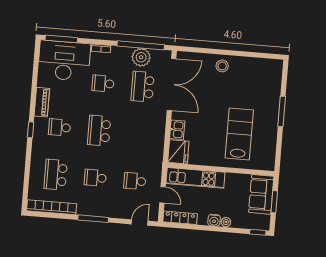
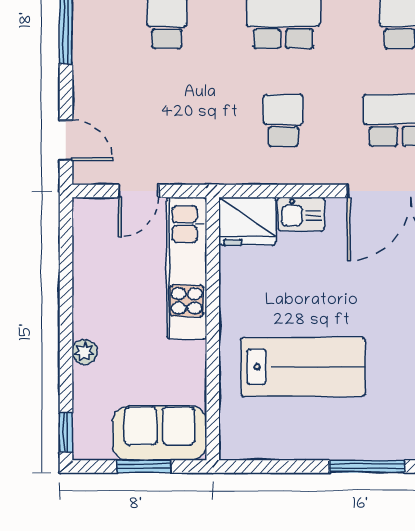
school desk: (135, 181) -> (283, 120), moved
locker: (180, 218) -> (86, 239), removed
water cooler: (214, 220) -> (87, 323), removed

